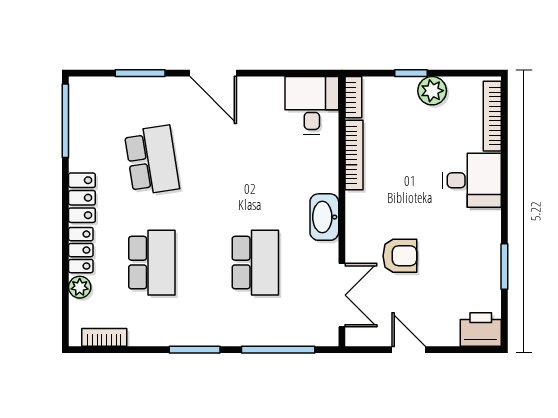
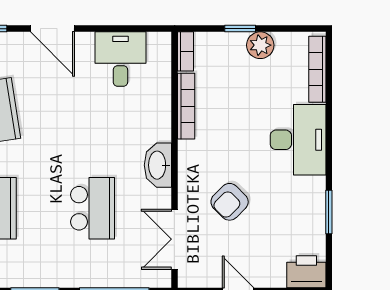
desk: (312, 105) -> (120, 59), moved
desk: (472, 180) -> (298, 140), width x1.37
armchair: (400, 256) -> (230, 202), turned 135
double door: (342, 295) -> (175, 239), swing flipped

